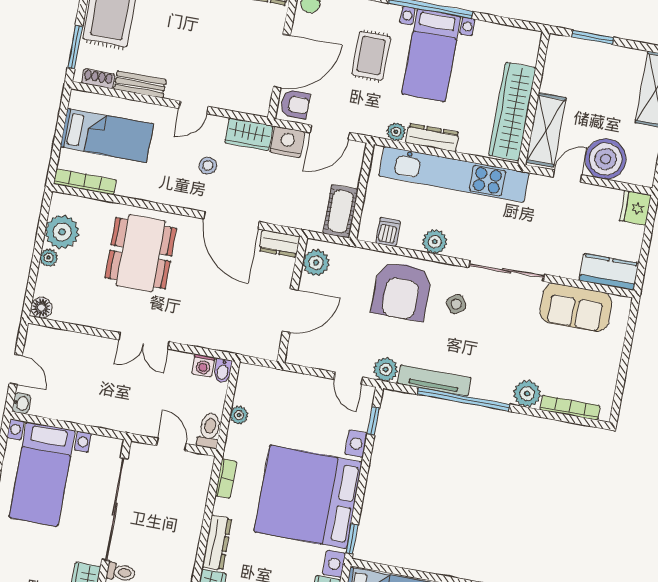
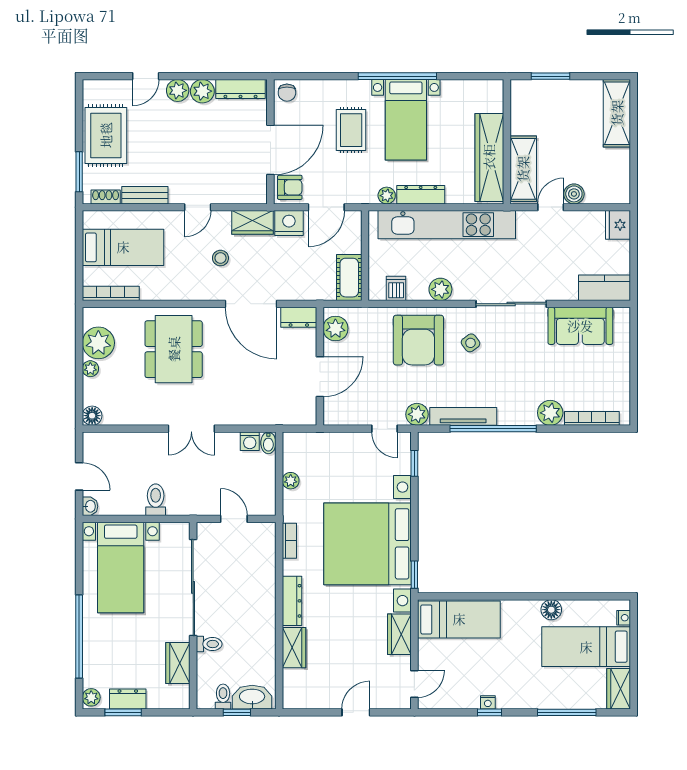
boiler: (606, 159) -> (574, 194), width x0.54, depth x0.54
toilet: (209, 430) -> (156, 500), moved

